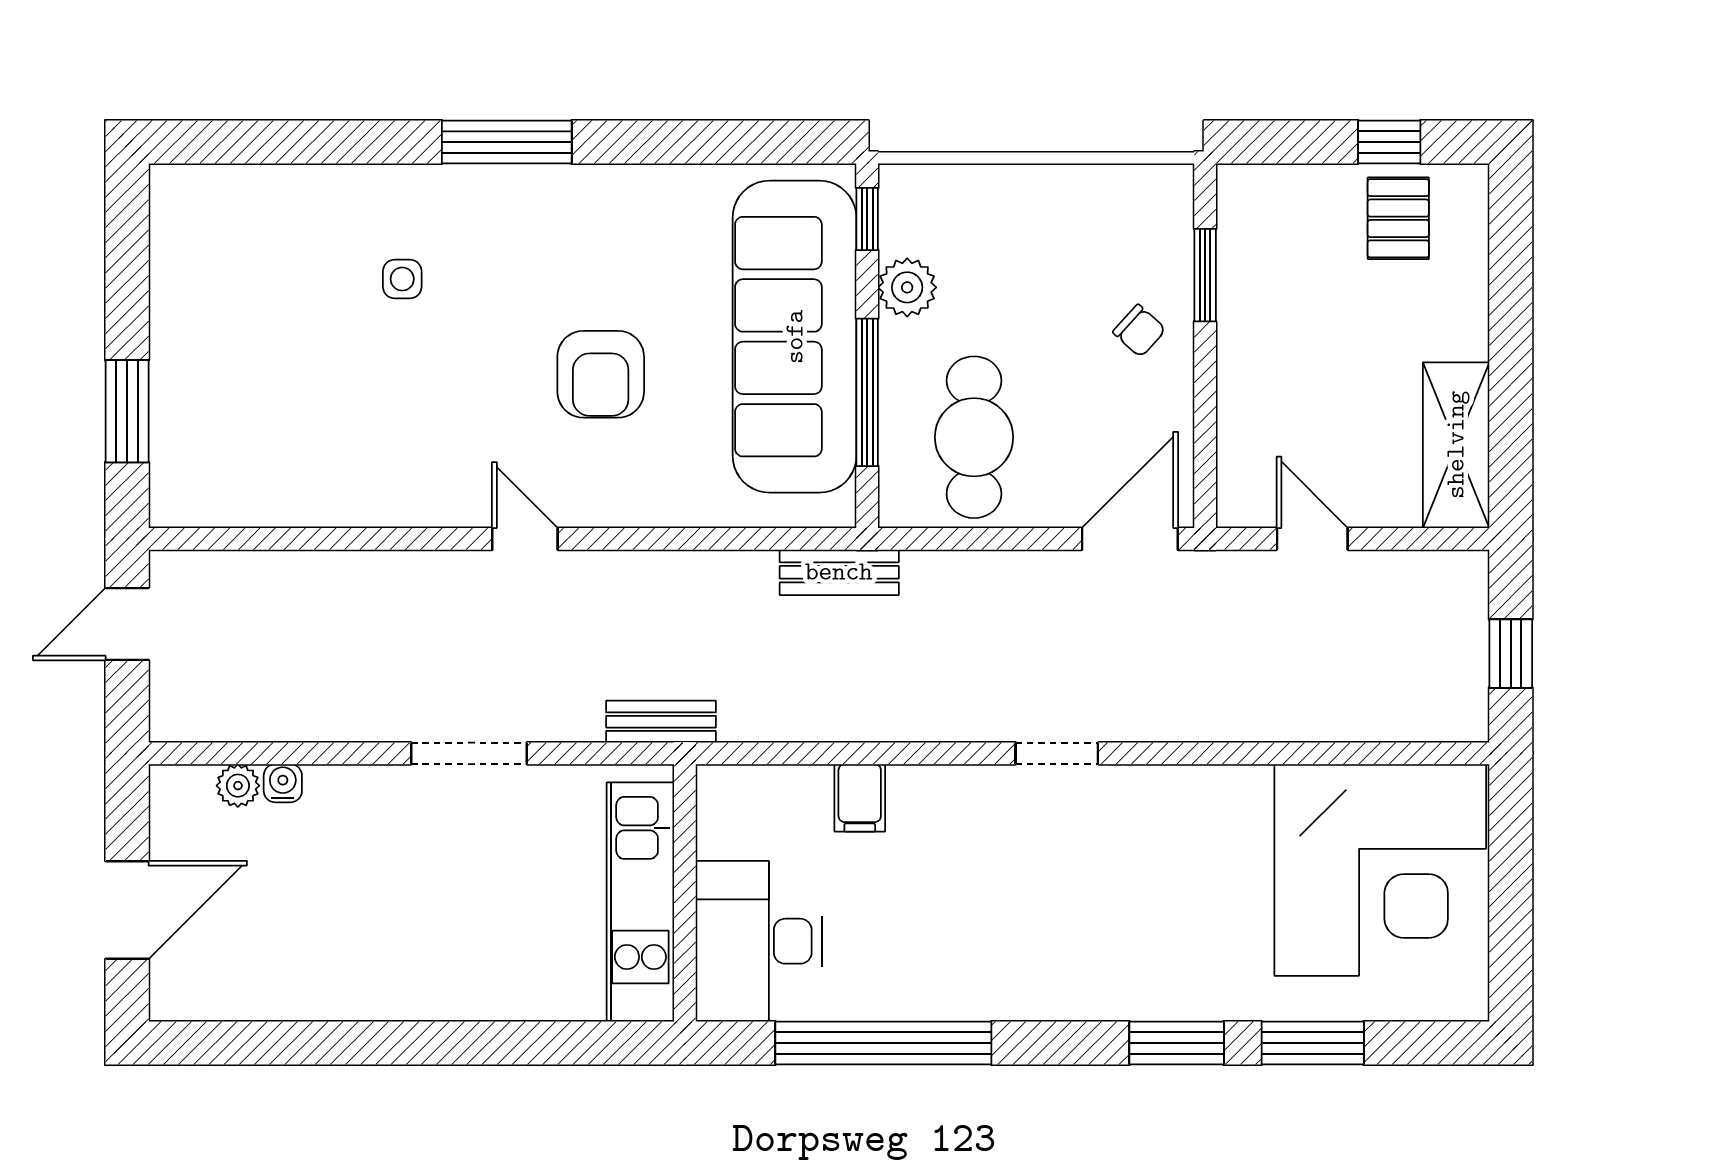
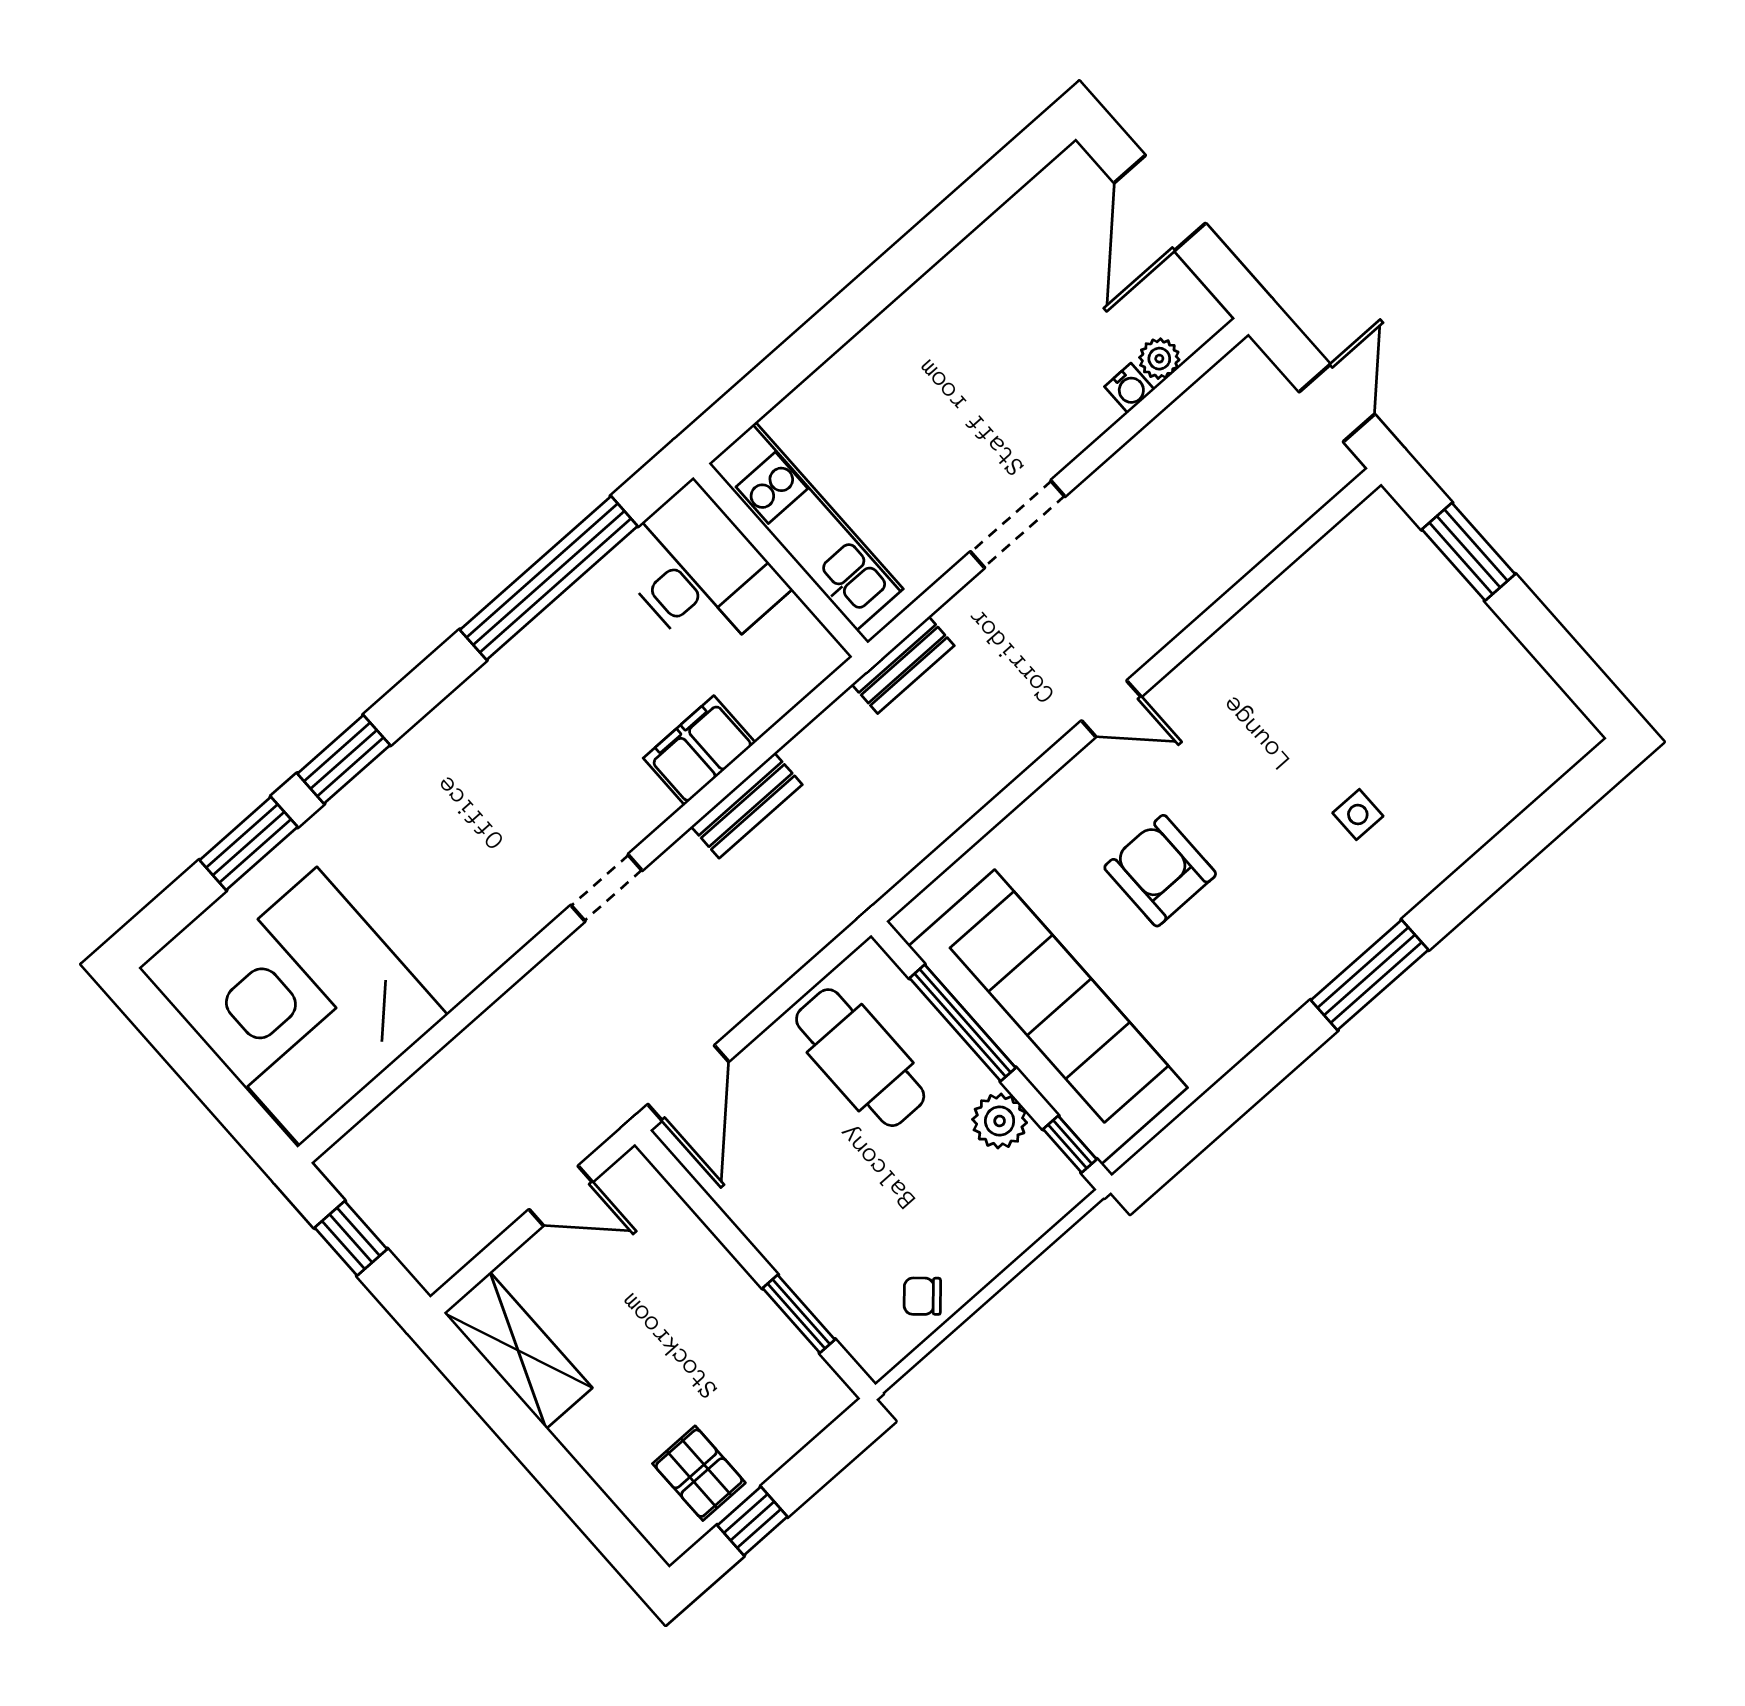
chair: (1139, 331) -> (922, 1296), moved
bench: (839, 572) -> (747, 806), moved
filing cabinet: (860, 798) -> (699, 750), width x2.00

